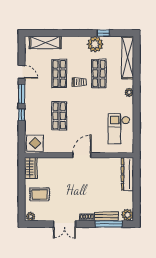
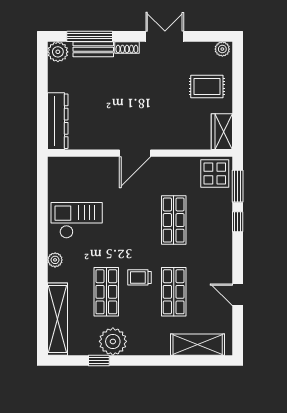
window: (22, 94) -> (238, 186), moved
checkout: (119, 129) -> (77, 220), moved, turned -90

